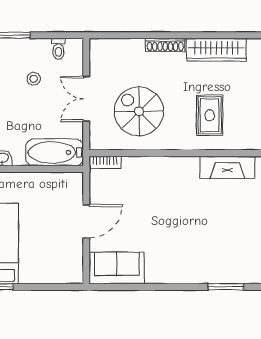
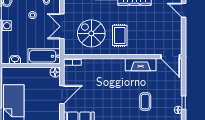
rug: (210, 115) -> (120, 35), moved
floor lamp: (74, 181) -> (55, 72), added
coffee table: (236, 234) -> (145, 102), added

